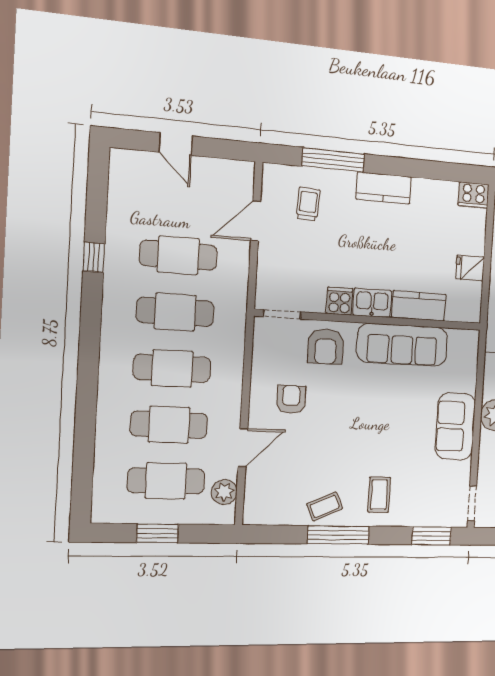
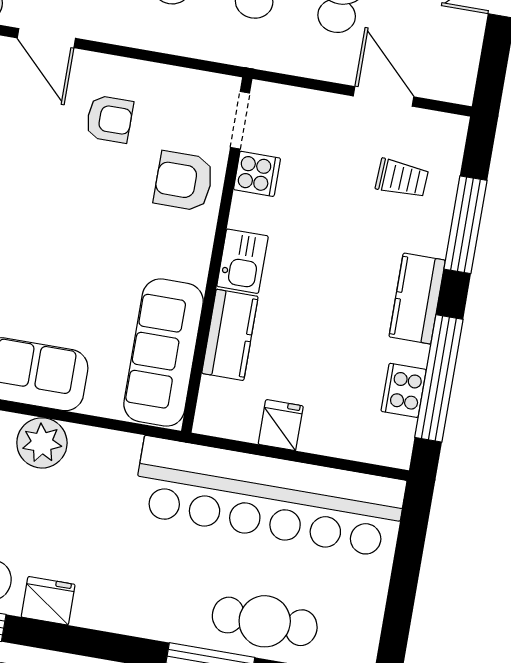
window: (432, 170) -> (439, 378), added
cooker: (474, 195) -> (404, 390), moved
cooker: (340, 301) -> (257, 174), moved
sofa: (402, 345) -> (163, 353), moved

